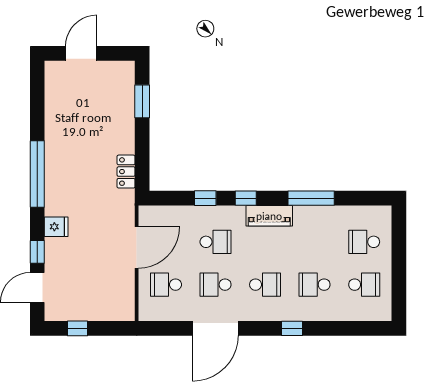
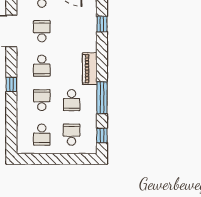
window: (246, 198) -> (102, 135), moved
school desk: (216, 242) -> (72, 100), moved

